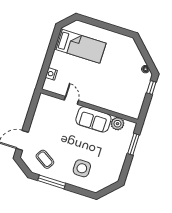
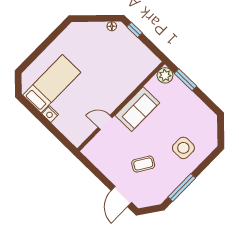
nightstand: (51, 74) -> (50, 114), moved
plant: (118, 124) -> (165, 75), moved
coffee table: (45, 159) -> (143, 164), moved

